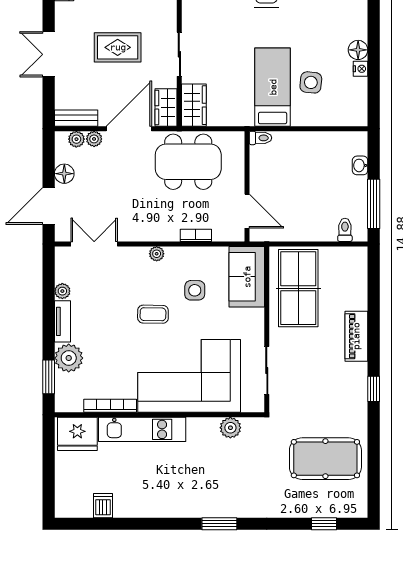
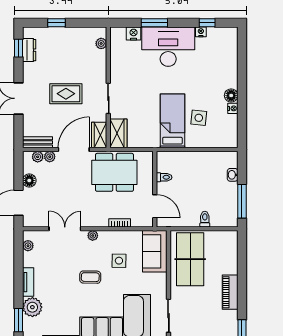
toilet: (260, 138) -> (164, 177), moved
toilet: (345, 230) -> (205, 219), moved
double door: (94, 244) -> (65, 229), moved
plant: (62, 291) -> (28, 246), moved

